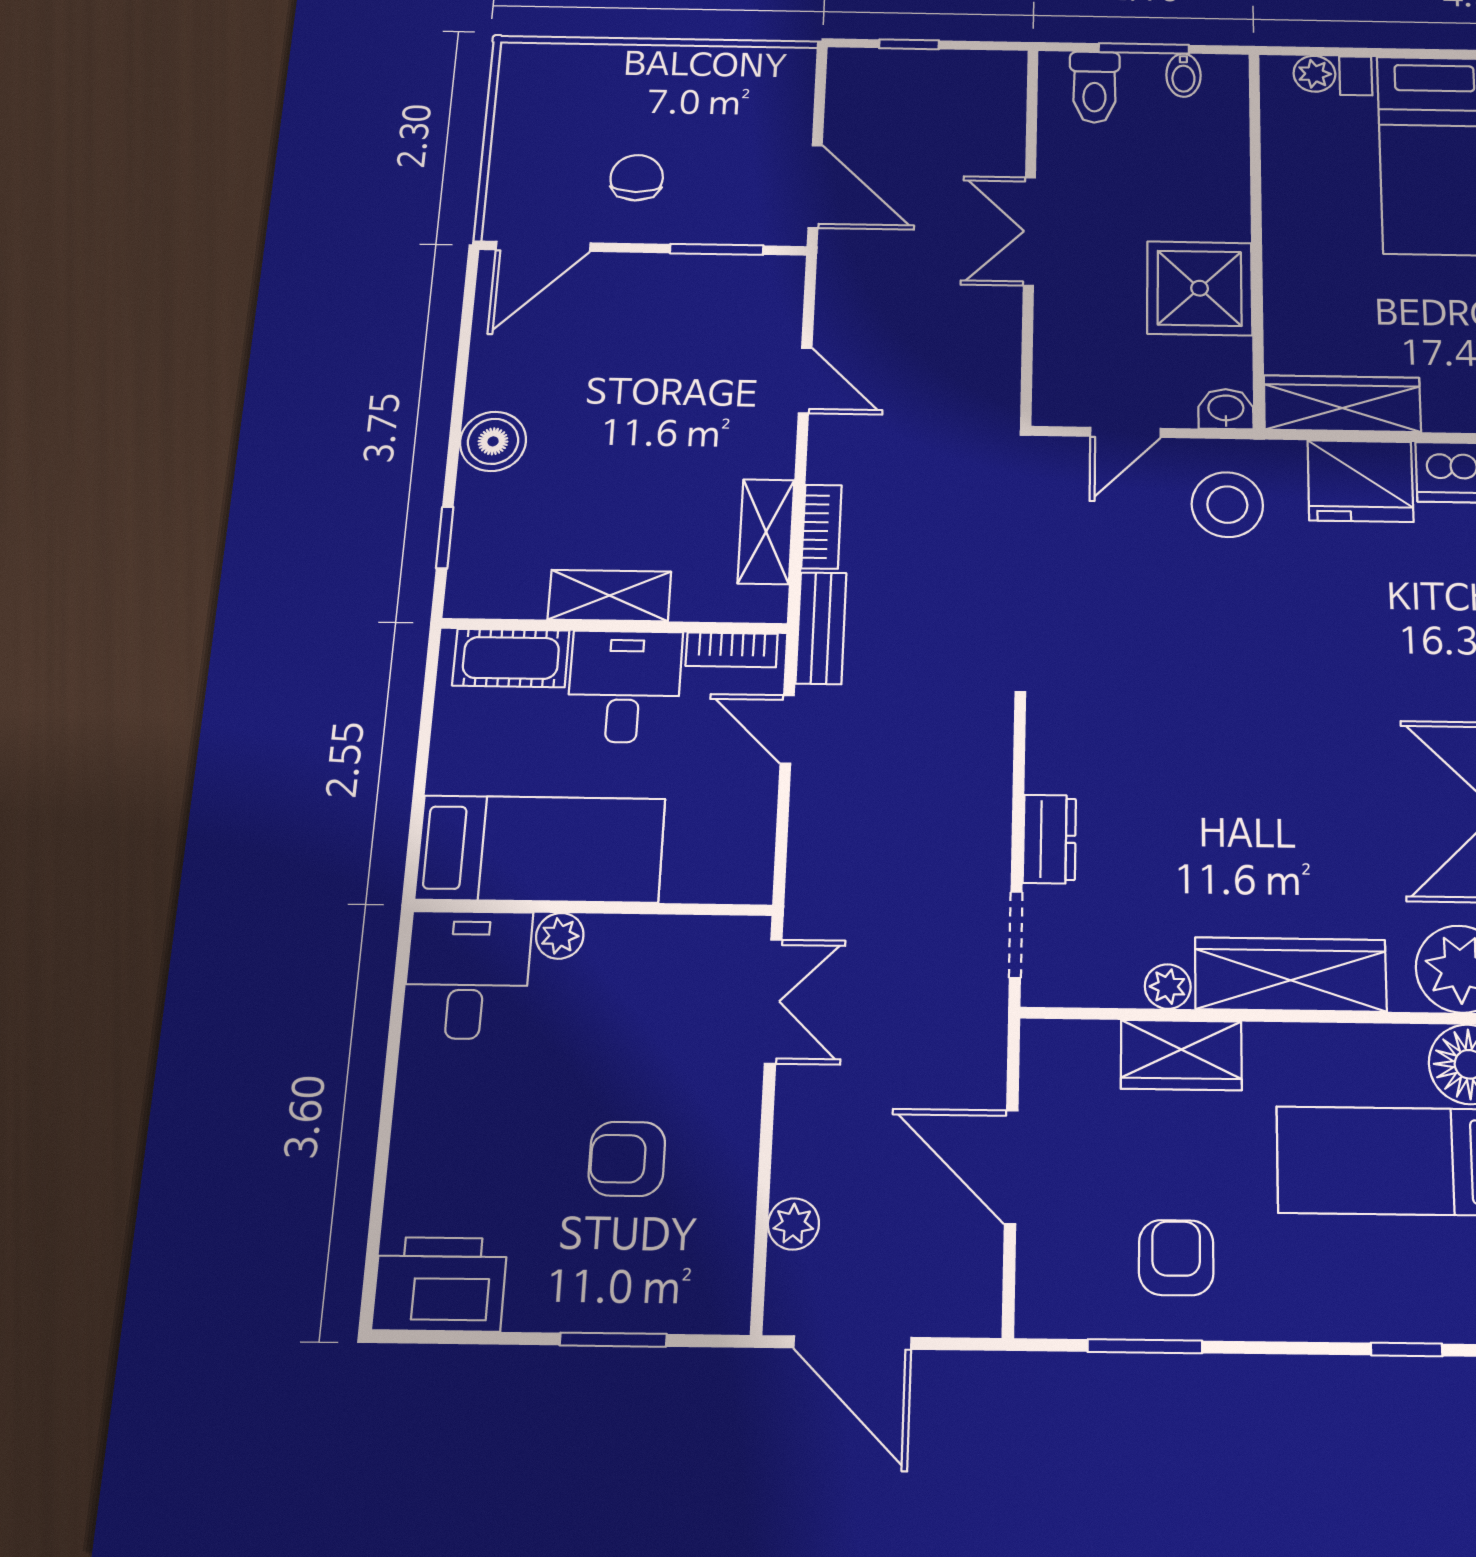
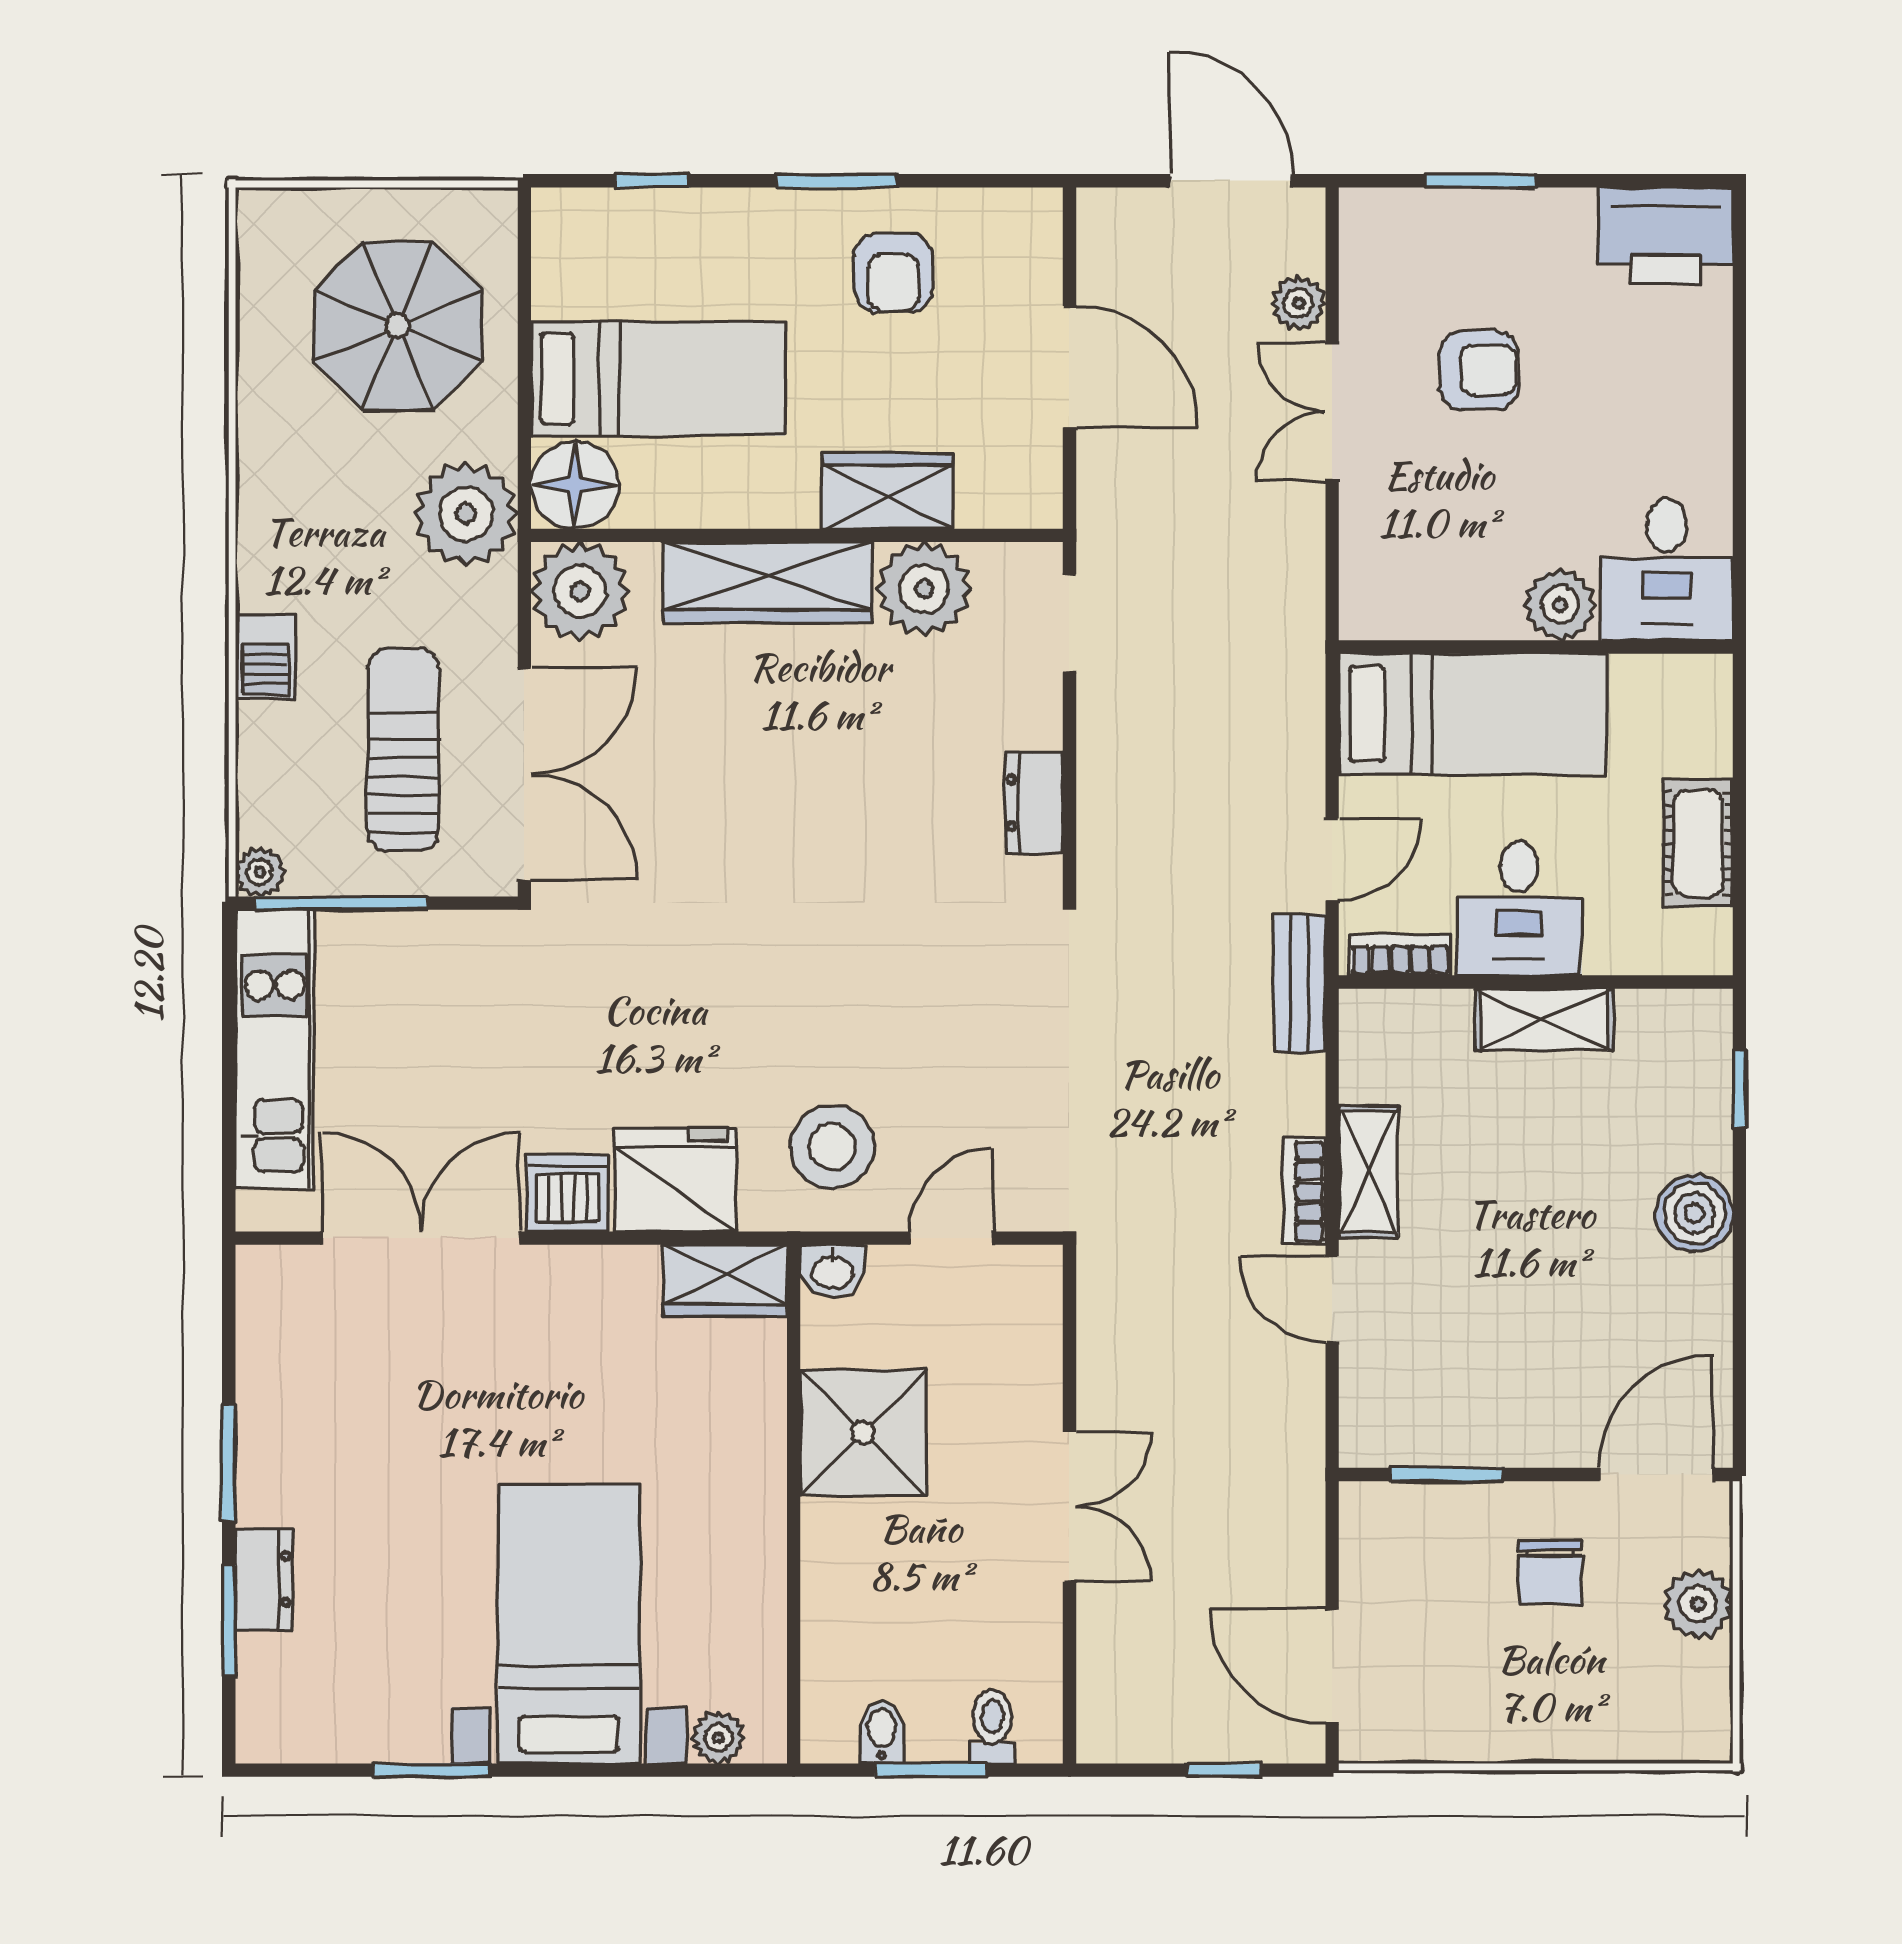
toilet: (1095, 87) -> (992, 1727), width x0.73, depth x0.72
plant: (517, 153) -> (1698, 1604), added
door: (815, 186) -> (1332, 1667), moved
wardrobe: (1342, 404) -> (725, 1281), width x0.67
bookcase: (822, 527) -> (1304, 1192), moved
shelving: (766, 532) -> (1368, 1172), moved
cot: (511, 658) -> (1698, 843), moved, turned 90
door: (787, 729) -> (1332, 859), hinge flipped
dresser: (1049, 839) -> (1034, 803), moved
bed: (541, 849) -> (1473, 714), moved, turned 180
plant: (560, 936) -> (1560, 605), width x1.38, depth x1.38
plant: (1168, 987) -> (924, 589), width x1.88, depth x1.88
double door: (773, 1001) -> (1332, 412), moved
window: (1145, 1346) -> (837, 181), moved

